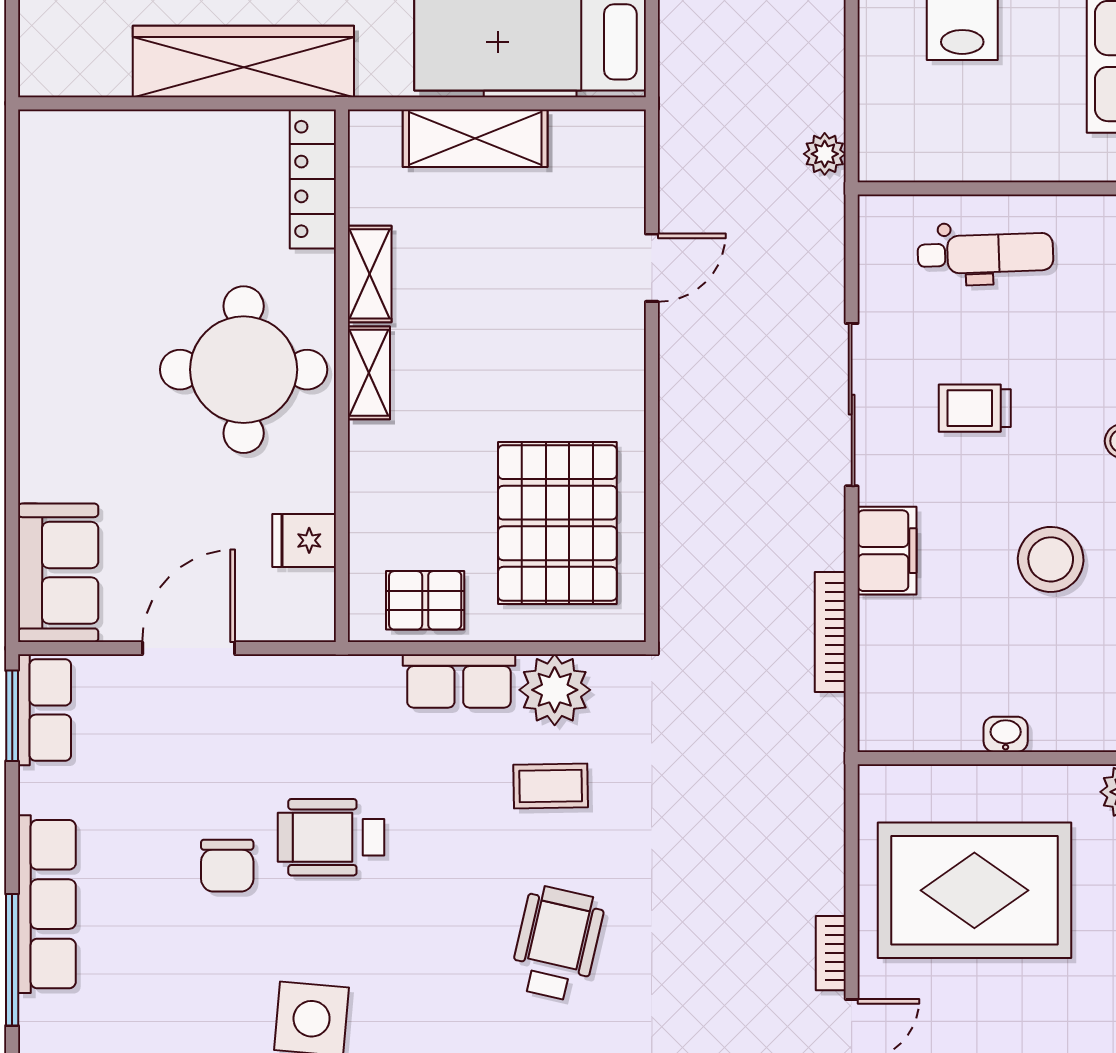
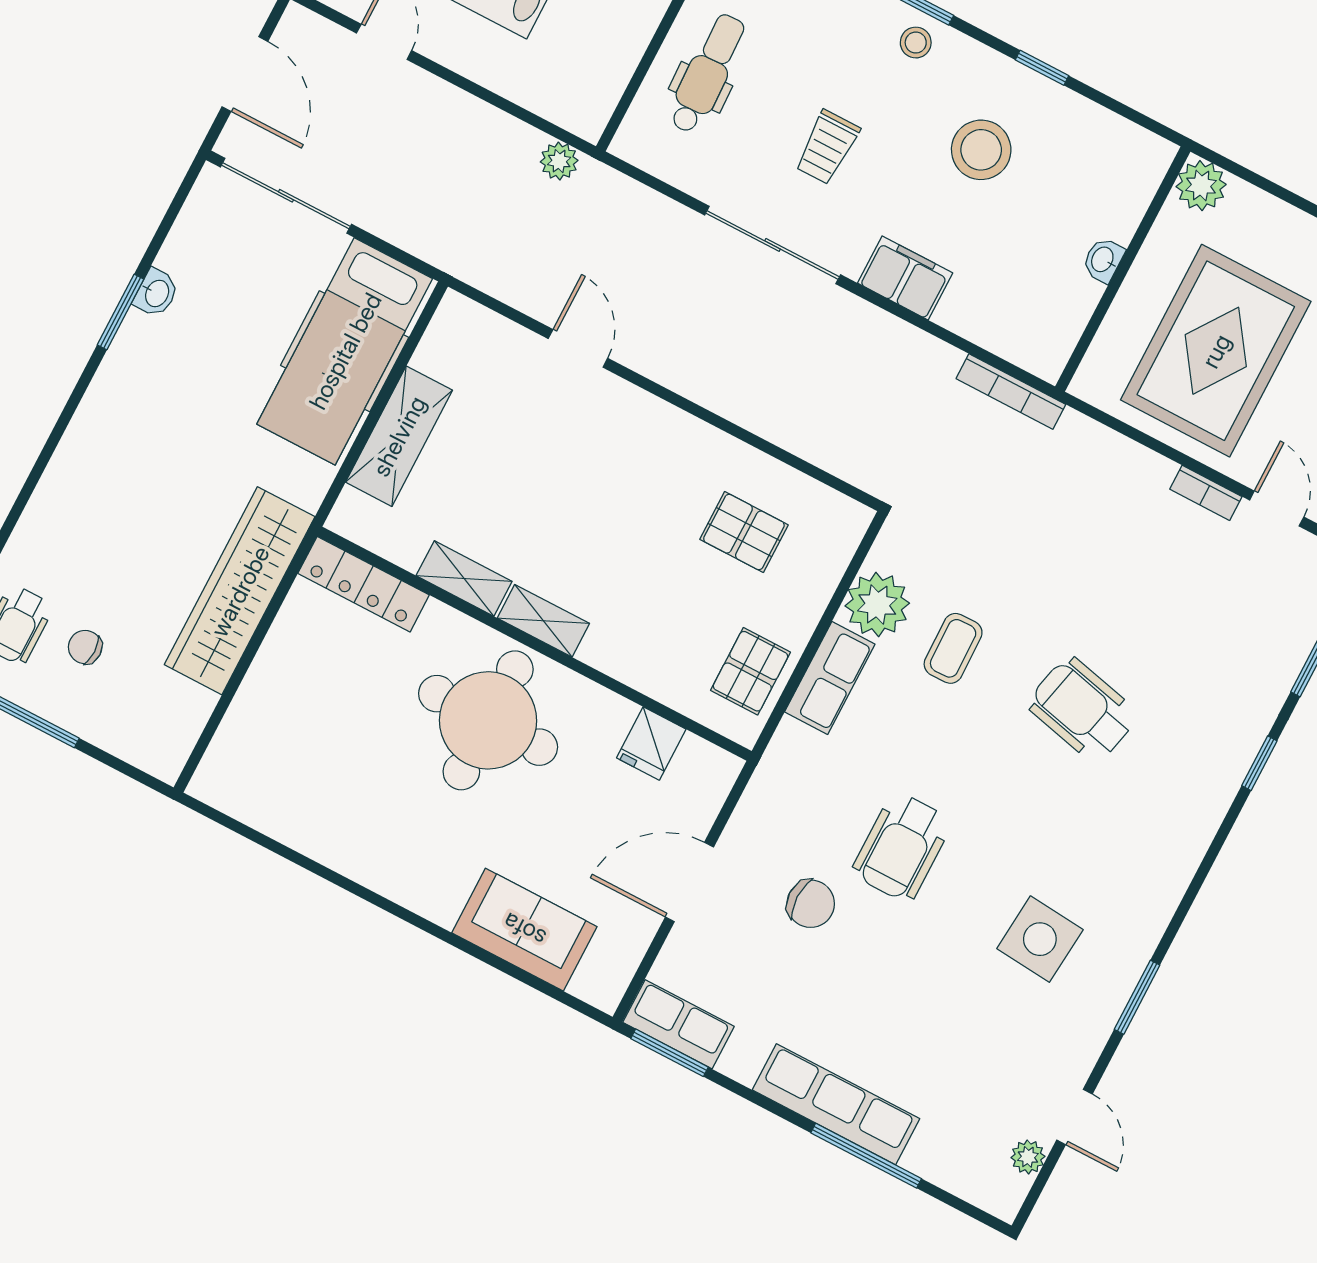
pallet: (557, 523) -> (744, 532), width x0.49, depth x0.50
sofa: (58, 573) -> (524, 930), moved
bookcase: (830, 632) -> (1011, 392), moved
door: (189, 648) -> (689, 882), hinge flipped
chair: (227, 866) -> (811, 904), moved

